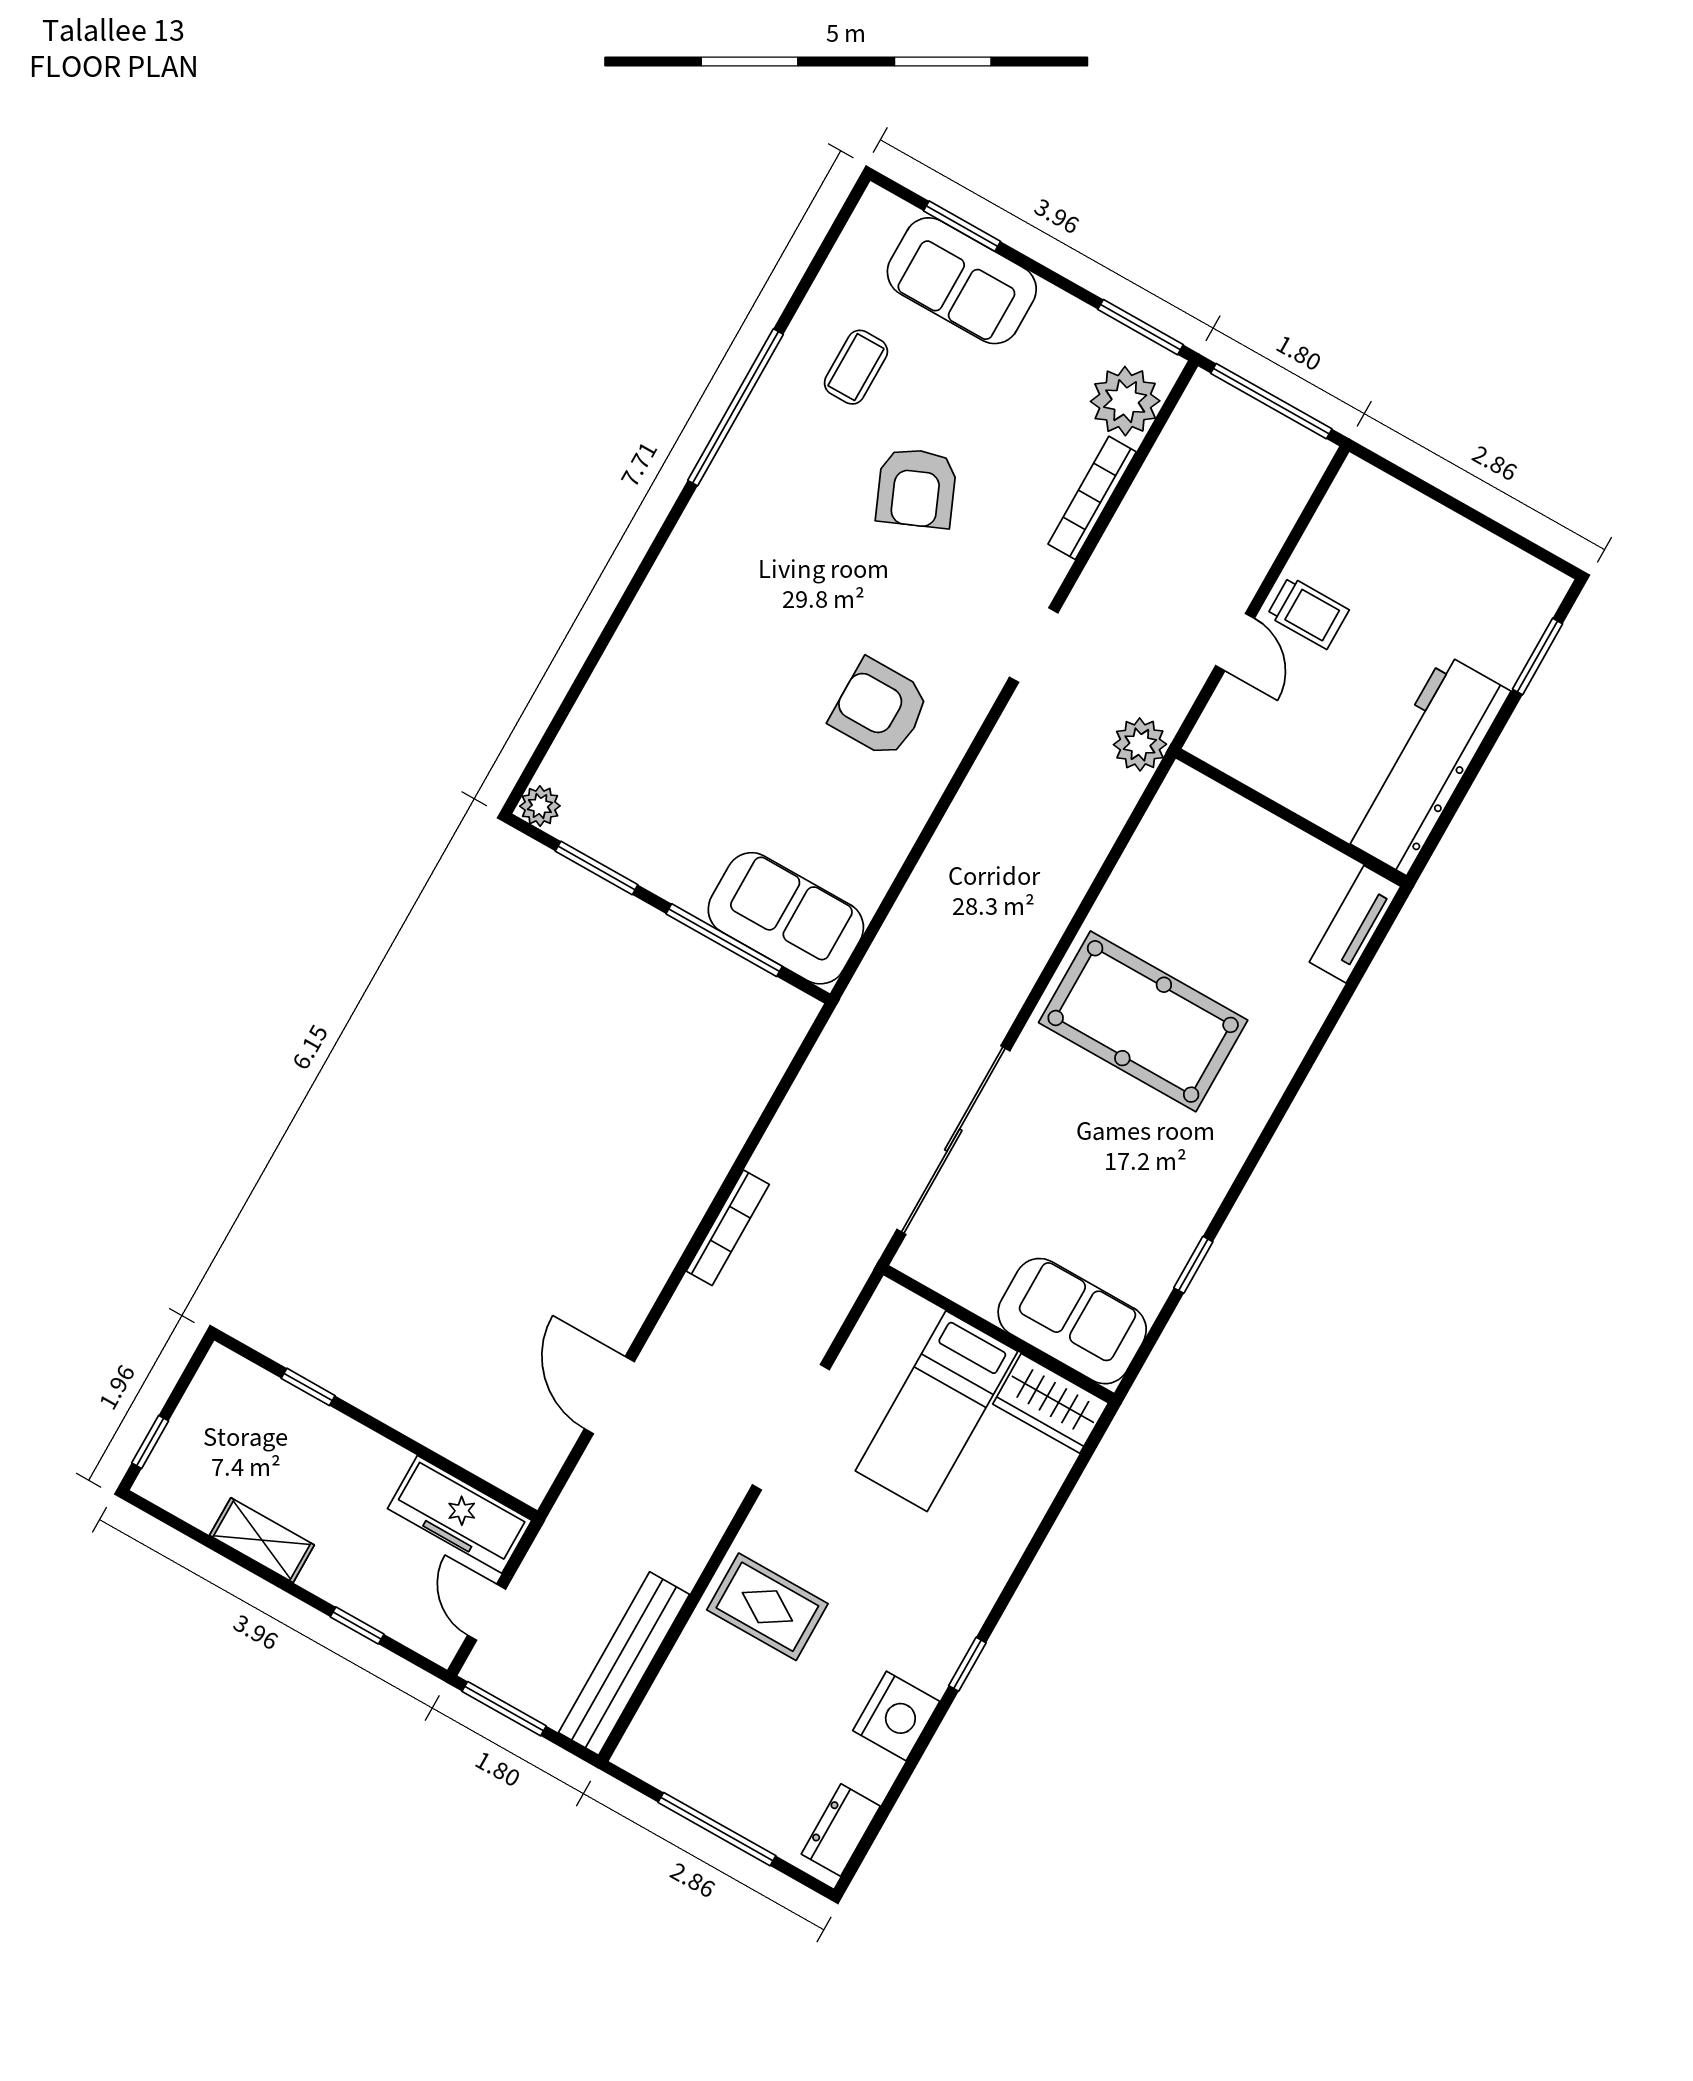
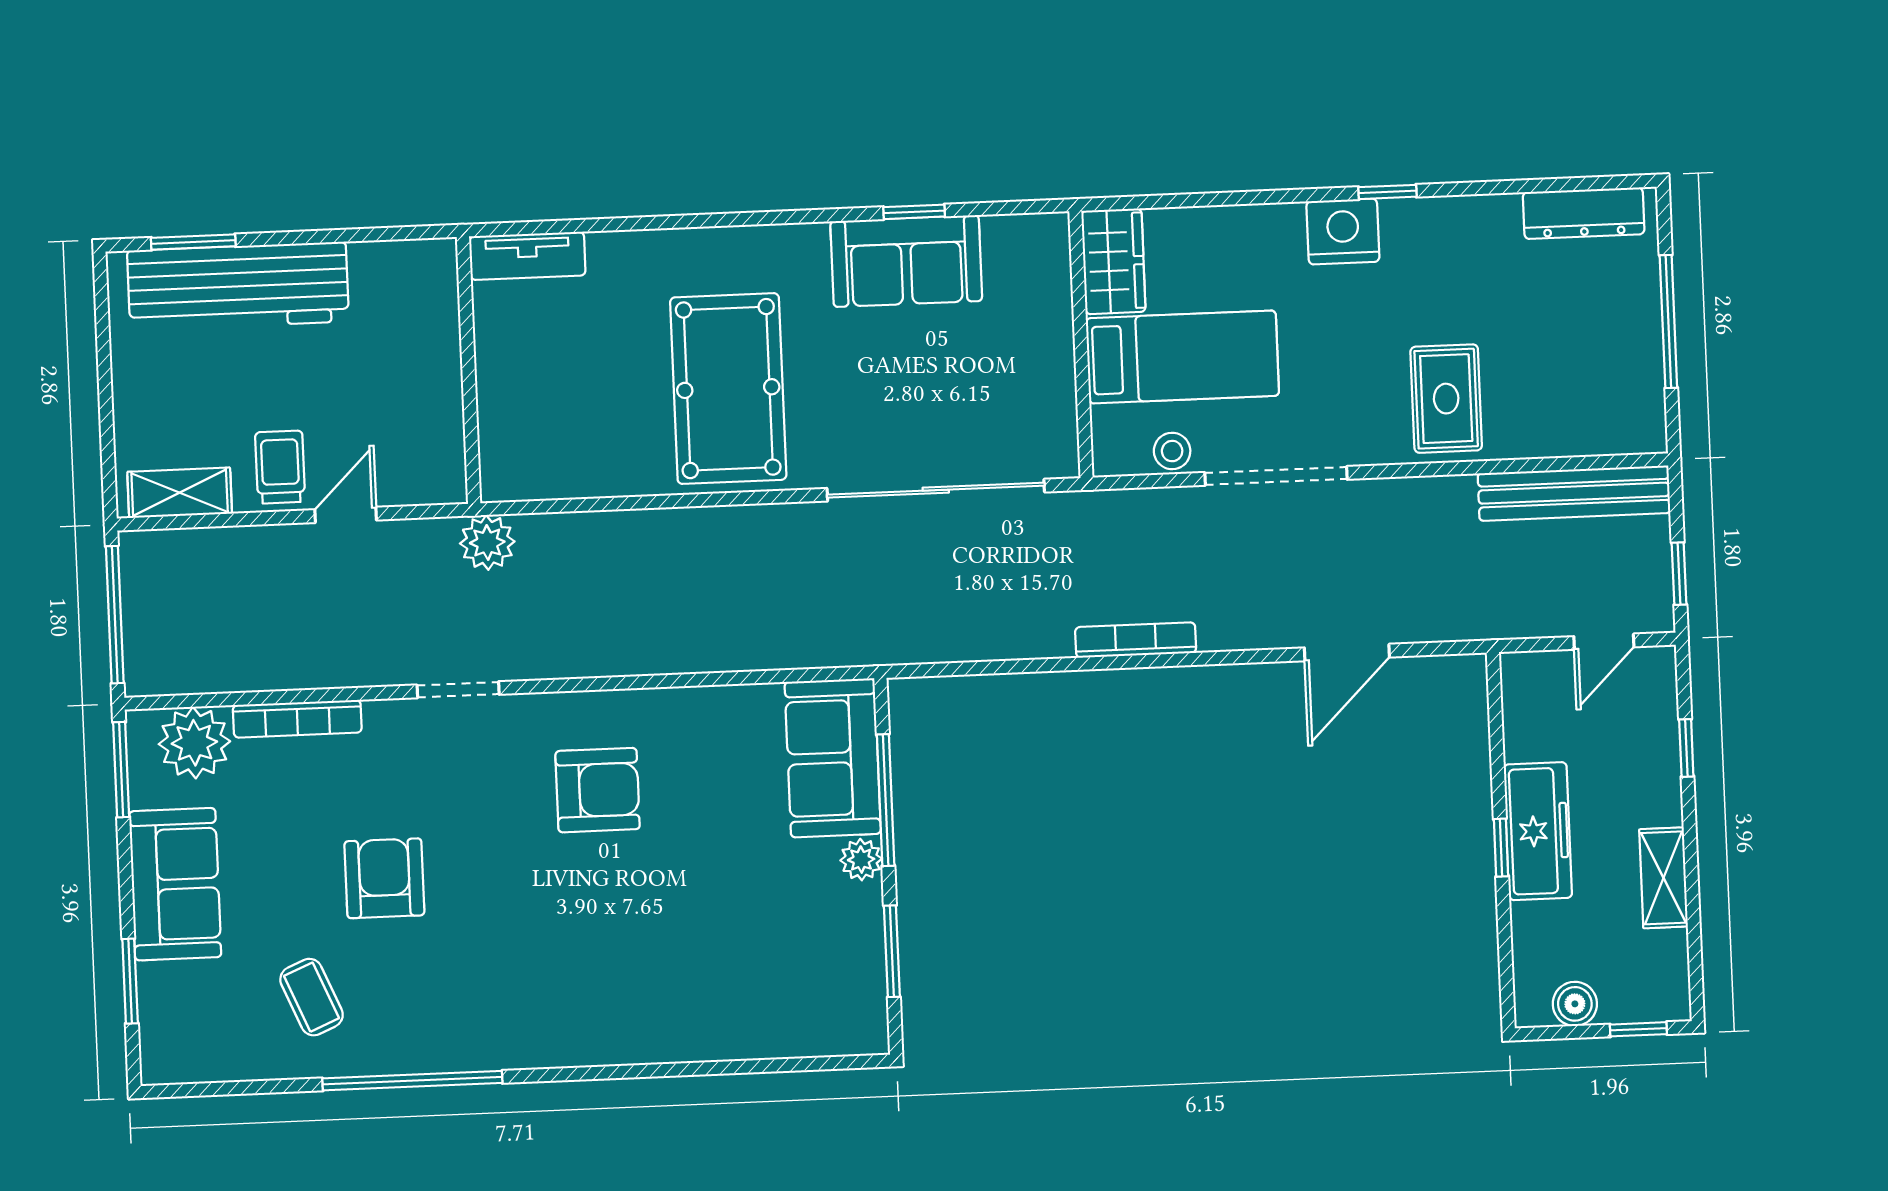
sofa: (962, 281) -> (175, 884), moved
coffee table: (856, 367) -> (312, 997), turned 67
armchair: (916, 488) -> (384, 878), turned -67
shelving: (1338, 517) -> (180, 493), added
armchair: (880, 708) -> (598, 790), turned -90
workbench: (1425, 765) -> (238, 286), moved
plant: (540, 806) -> (861, 860), moved
sofa: (1072, 1321) -> (906, 261), moved, turned -90
stool: (865, 1355) -> (1172, 451), added
window: (308, 1387) -> (1501, 848), moved
boiler: (204, 1403) -> (1575, 1004), added
freezer: (460, 1514) -> (1538, 831), moved
window: (504, 1709) -> (1679, 574), width x0.67
nightstand: (896, 1716) -> (1343, 232), moved
dresser: (841, 1830) -> (1584, 213), width x1.44

